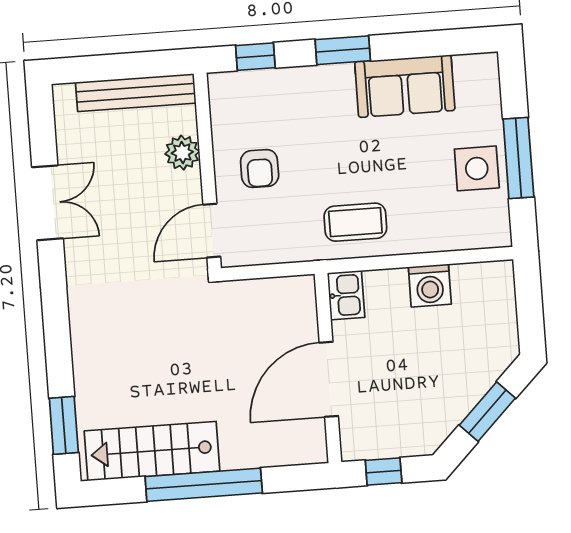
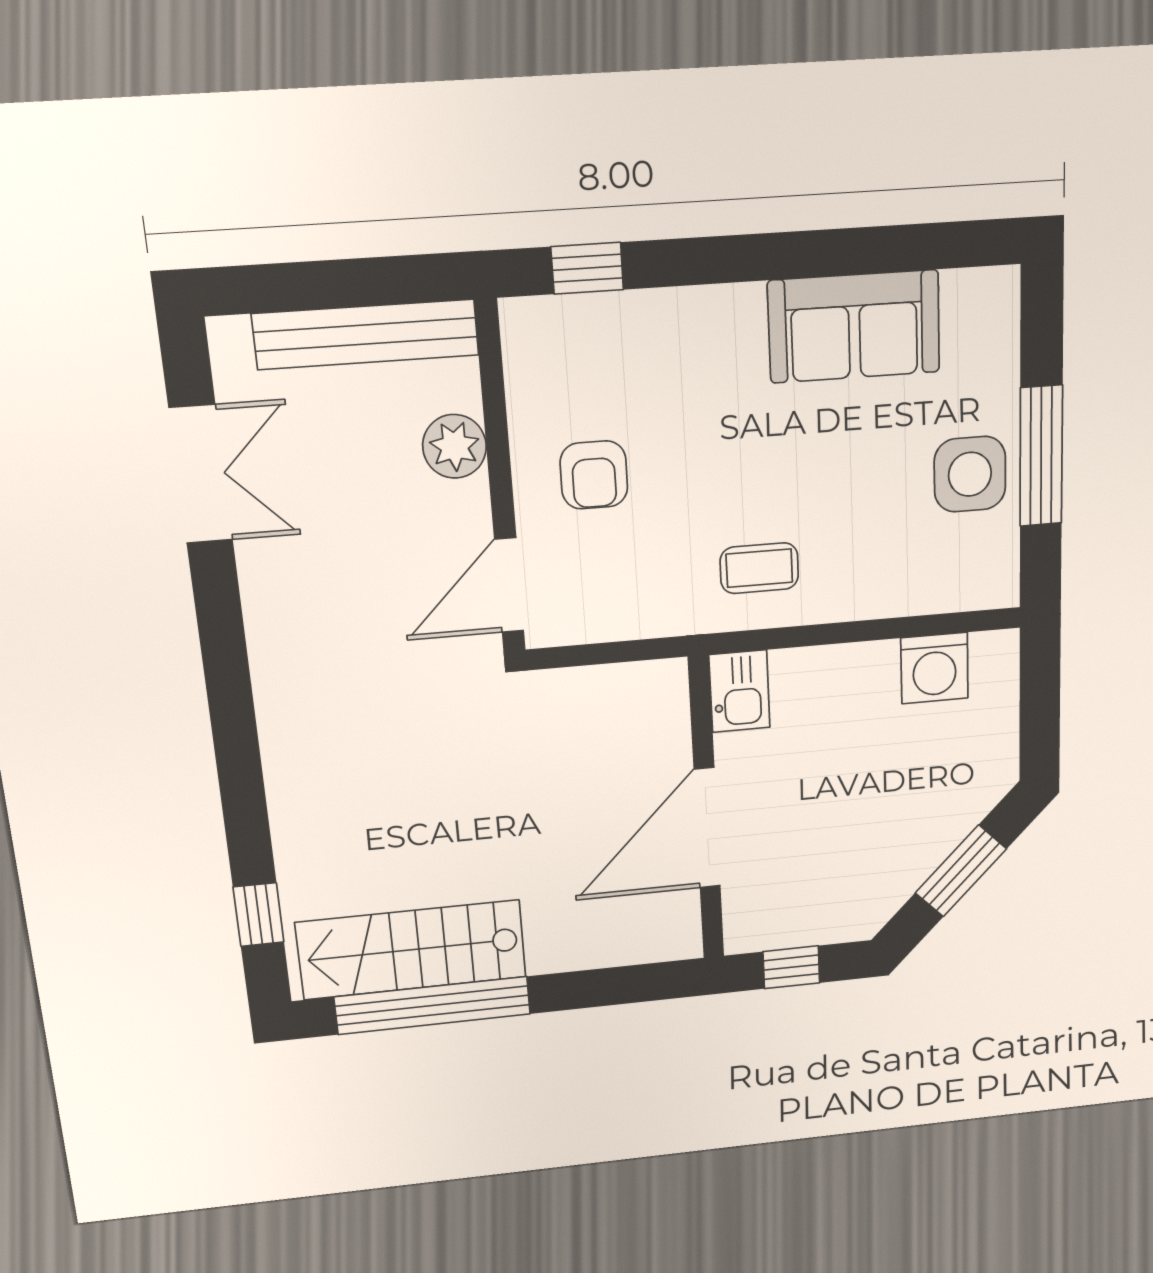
window: (343, 50) -> (746, 258), removed
double door: (47, 203) -> (201, 474), moved
coffee table: (355, 222) -> (759, 568), width x0.73, depth x0.77
washing machine: (430, 285) -> (934, 668), moved
window: (64, 425) -> (259, 915), width x0.67
window: (204, 485) -> (433, 1005), moved

